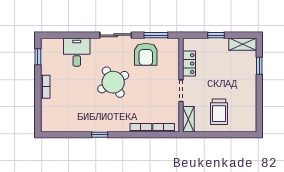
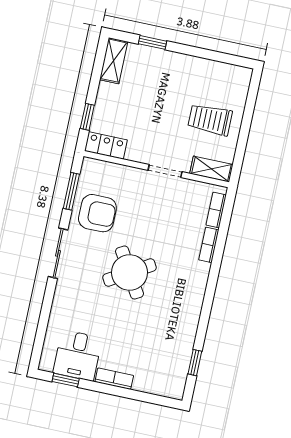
window: (216, 35) -> (87, 117), moved
desk: (77, 52) -> (78, 355), moved, turned -90
locker: (189, 64) -> (106, 145), moved
trolley: (219, 112) -> (210, 120), turned 180
window: (100, 135) -> (195, 363), moved

